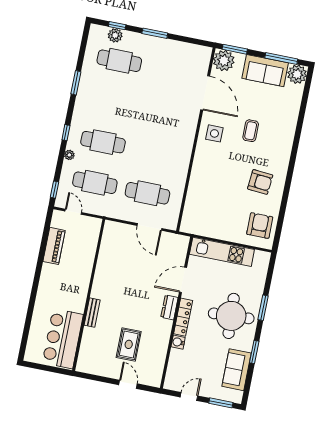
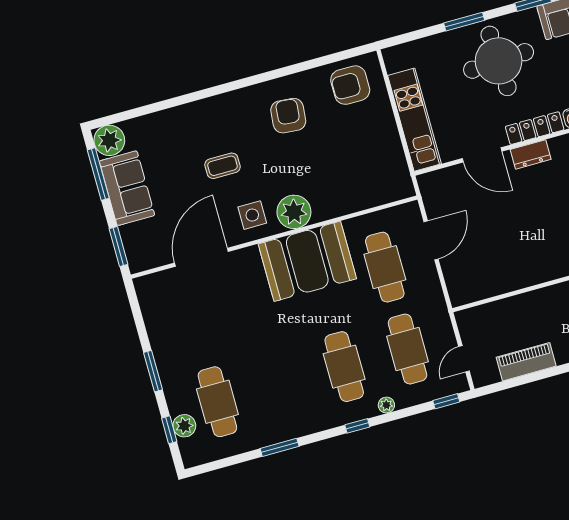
plant: (224, 61) -> (294, 212), moved
booth: (173, 151) -> (307, 261), added

